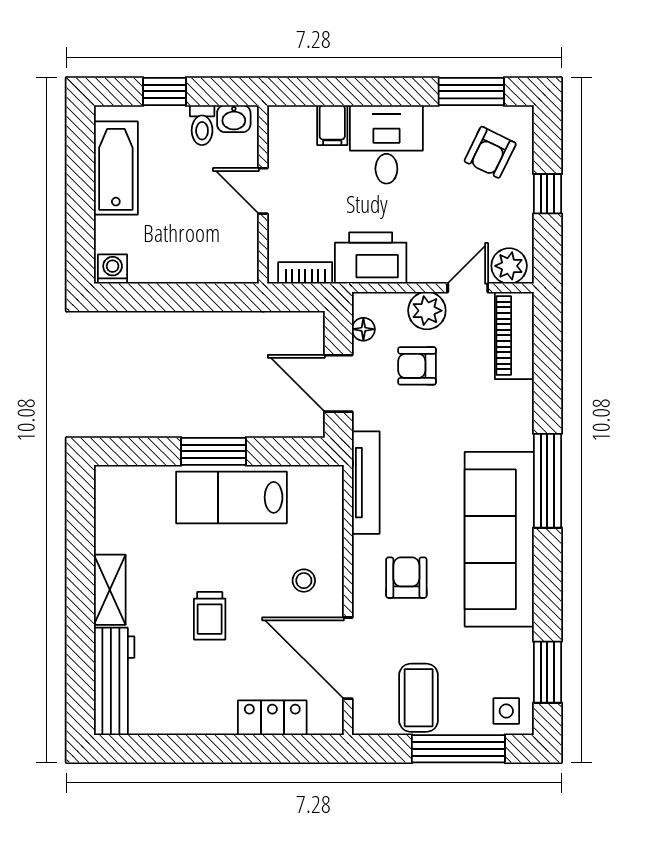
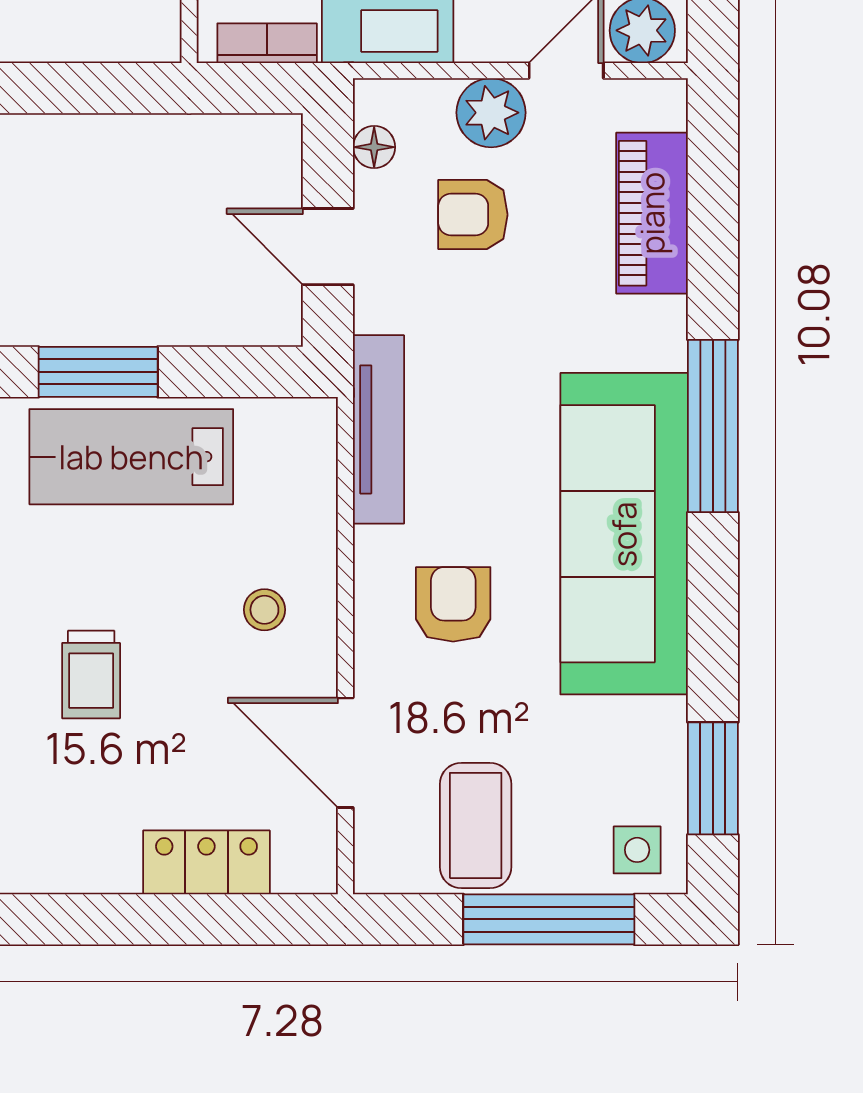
piano: (514, 335) -> (652, 213), moved
door: (338, 383) -> (328, 247), width x0.73
door: (348, 658) -> (345, 753), width x0.73

